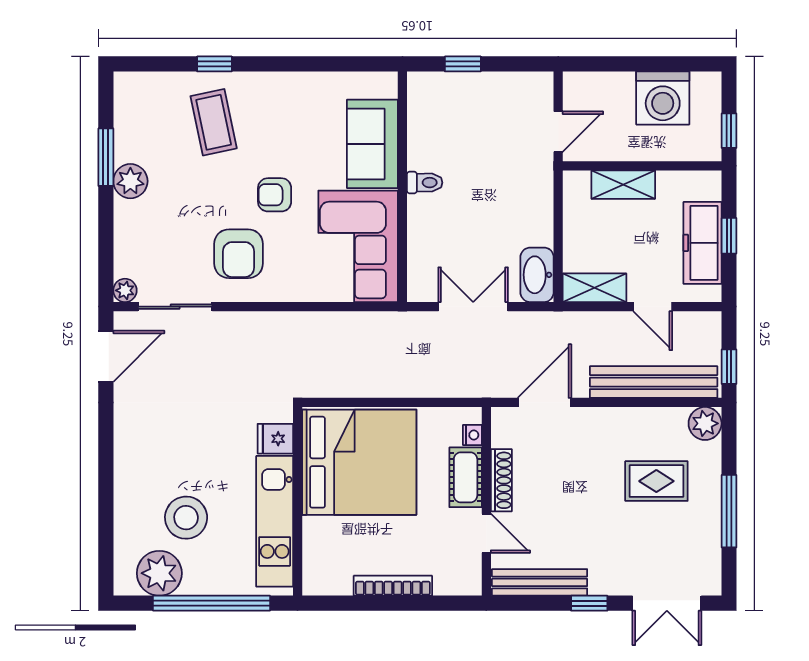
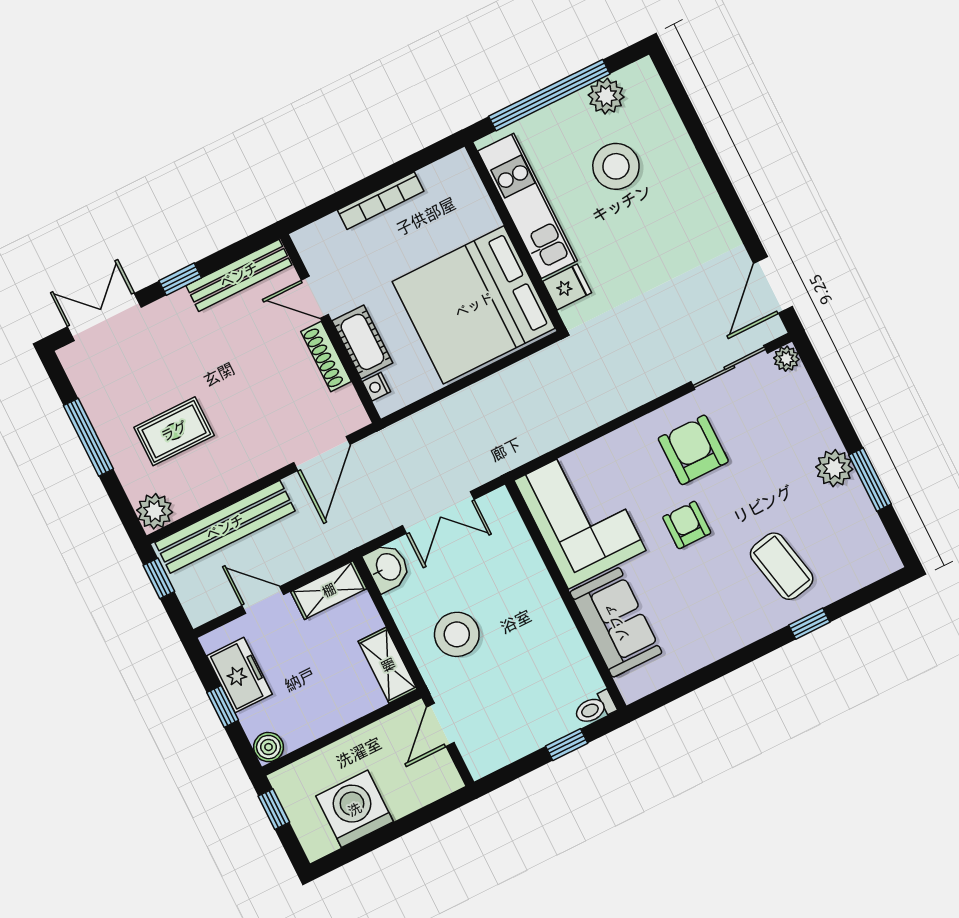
toilet: (425, 183) -> (595, 708), moved
boiler: (708, 184) -> (268, 747), added
shelving: (623, 185) -> (388, 665), moved, turned 90
armchair: (275, 195) -> (687, 525), turned -90
stool: (508, 199) -> (457, 634), added
freezer: (702, 243) -> (239, 675), width x0.71
washbasin: (537, 275) -> (388, 567), width x0.72
plant: (159, 573) -> (606, 96), width x0.73, depth x0.73

